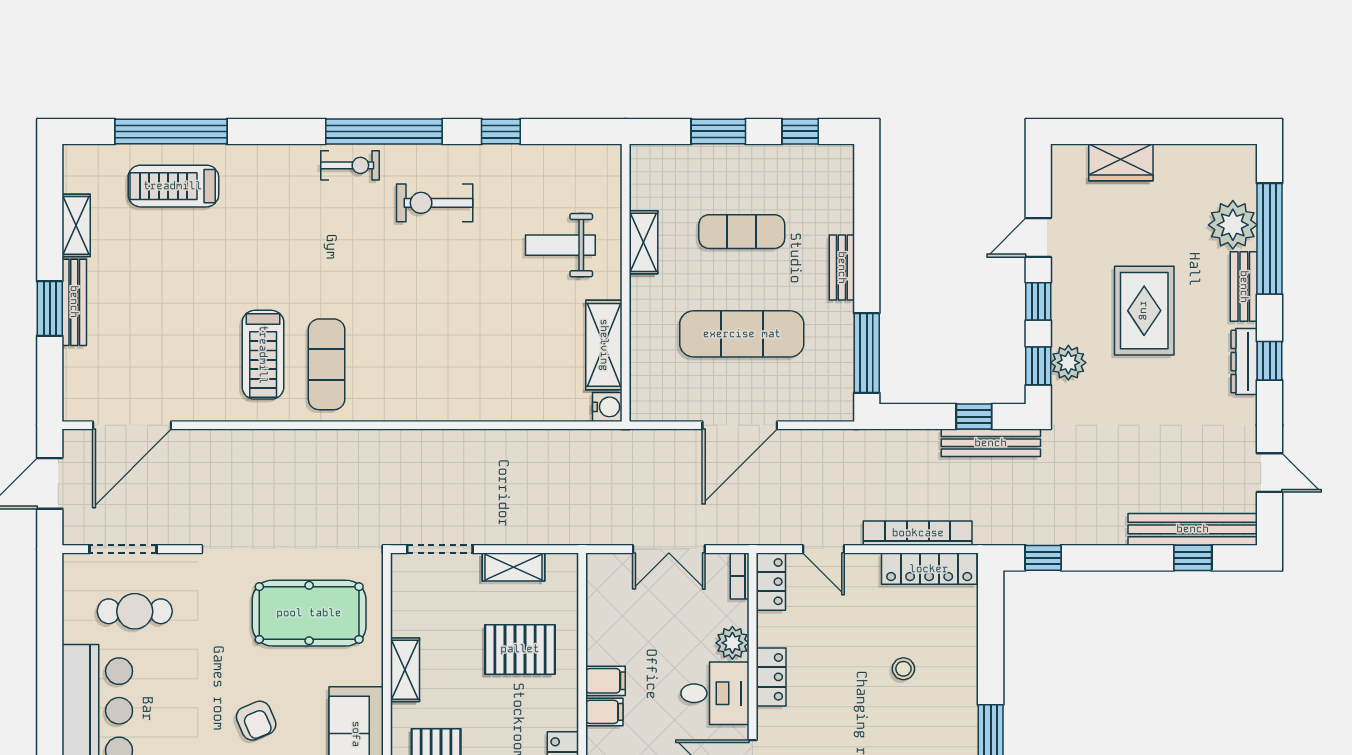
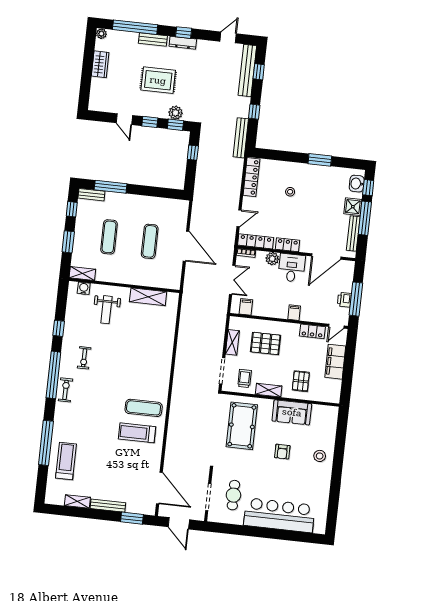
window: (171, 131) -> (46, 443), moved
wardrobe: (1121, 162) -> (100, 64), moved
treadmill: (173, 186) -> (66, 461), turned 180
exercise bike: (435, 203) -> (84, 358), width x0.73, depth x0.72
plant: (1233, 225) -> (101, 34), moved, width x0.53, depth x0.53
shelving: (644, 242) -> (82, 274), moved
bench: (842, 268) -> (91, 195), moved
window: (50, 309) -> (132, 518), moved
exercise mat: (742, 334) -> (150, 241), width x0.73, depth x0.69
window: (867, 353) -> (111, 187), moved
treadmill: (263, 355) -> (137, 433), turned 180
water cooler: (607, 407) -> (84, 288), moved
bench: (991, 443) -> (241, 138), moved
bookcase: (918, 533) -> (237, 180), removed
window: (1043, 558) -> (254, 112), moved
locker: (771, 582) -> (256, 241), width x1.53
trolley: (427, 607) -> (245, 378), added
pallet: (520, 649) -> (266, 343), turned 90
filing cabinet: (606, 681) -> (246, 307), moved
armchair: (256, 721) -> (282, 452), turned 113

